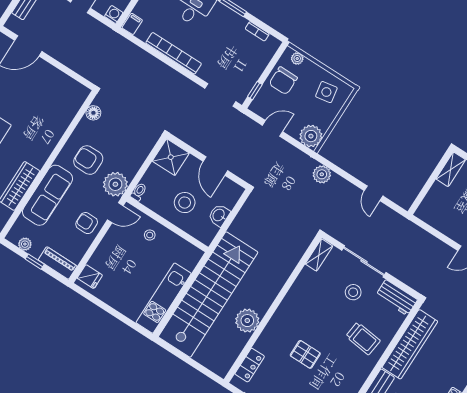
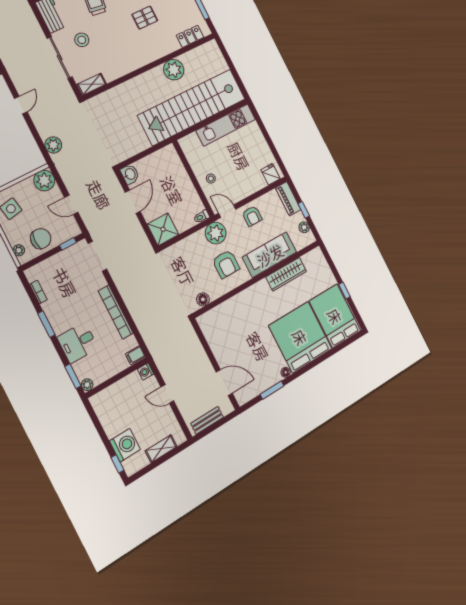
stool: (185, 203) -> (172, 187), removed
washbasin: (219, 215) -> (130, 174), moved, turned -90
pallet: (305, 354) -> (145, 18), turned 90

